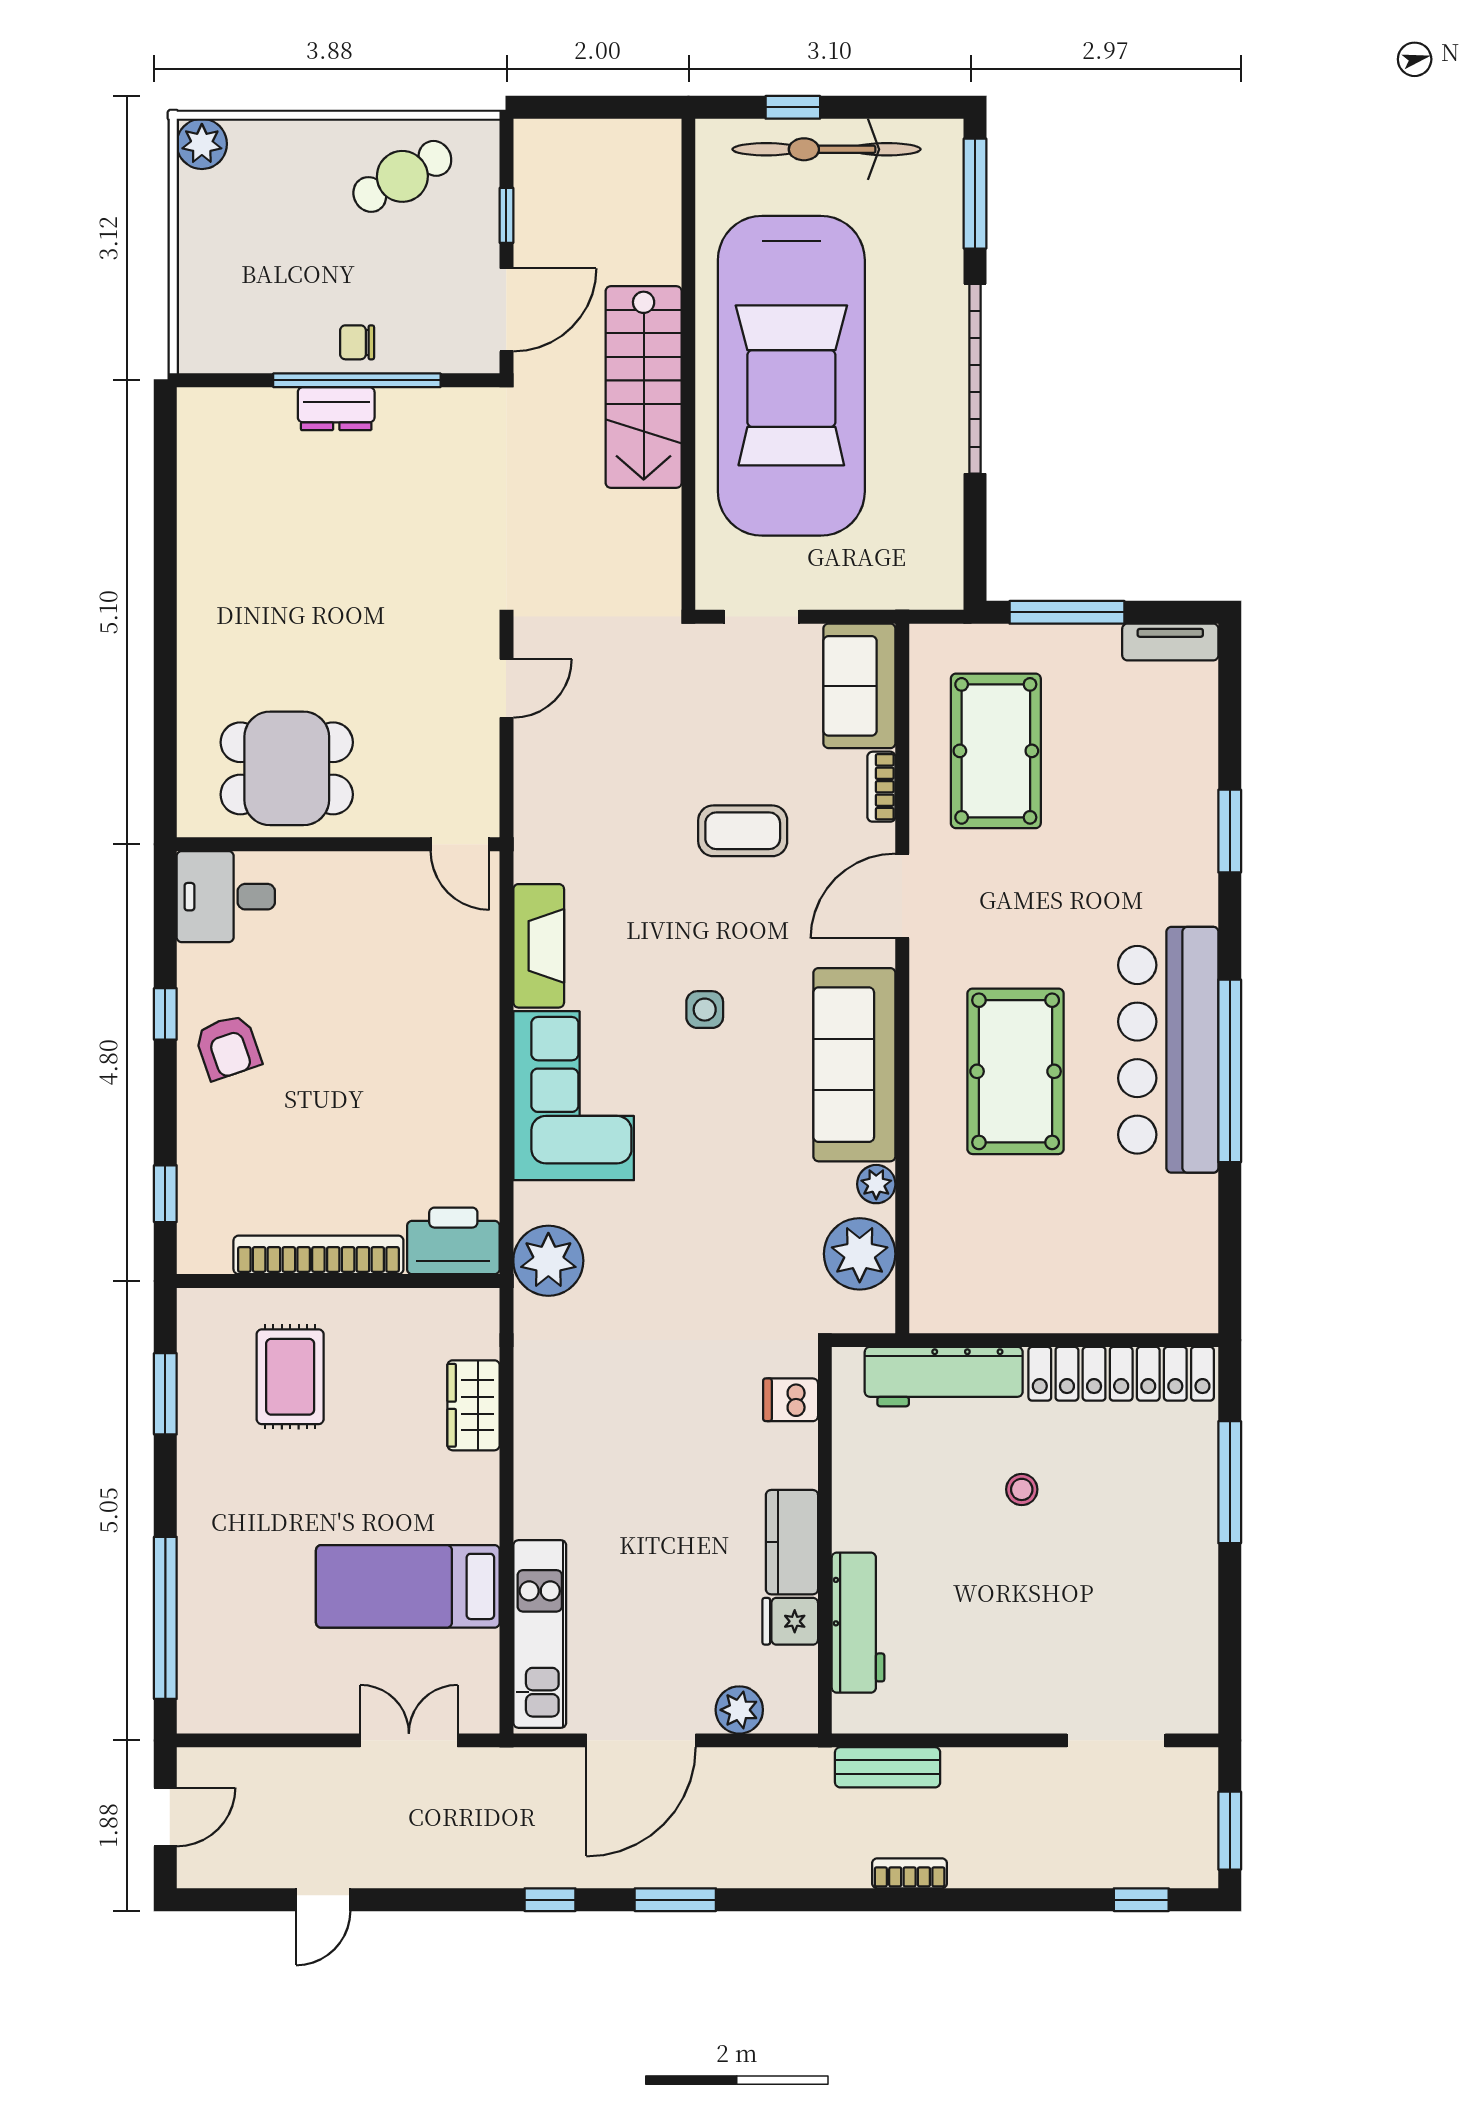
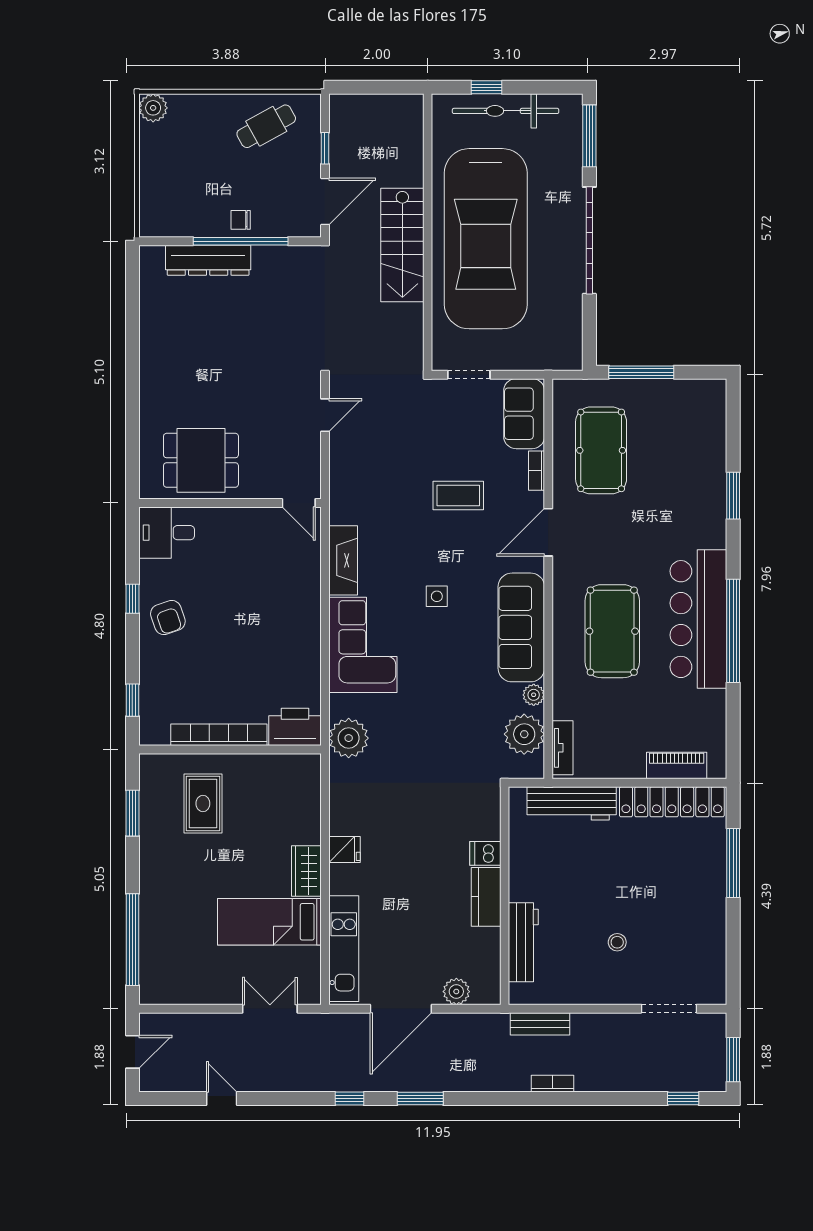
dresser: (336, 409) -> (208, 260), width x1.96, depth x1.24
tv unit: (1170, 642) -> (562, 748), moved, turned -90
piano: (1130, 1309) -> (677, 766), added
dishwasher: (791, 1400) -> (485, 853), moved
wardrobe: (474, 1405) -> (306, 871), moved
stool: (1022, 1489) -> (617, 942), moved
fridge: (790, 1621) -> (345, 850), moved, turned 180
door: (323, 1900) -> (222, 1099), swing flipped

